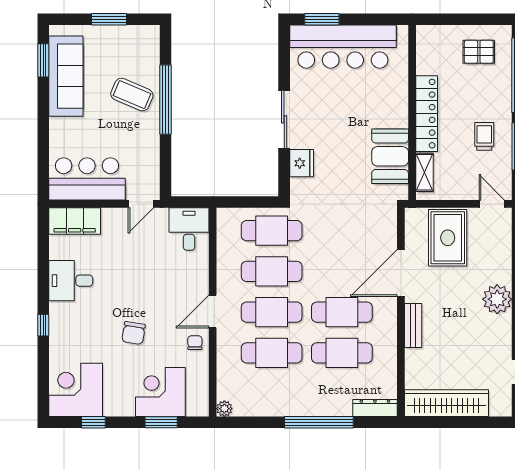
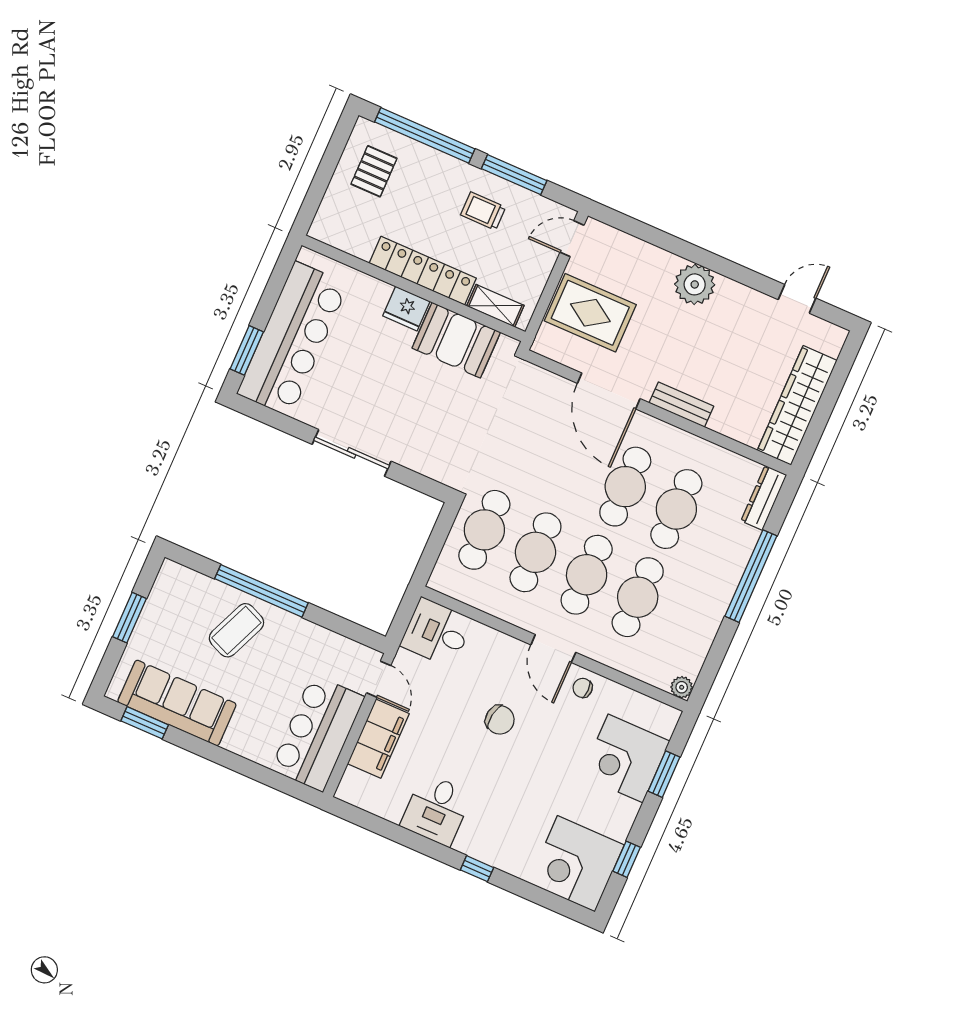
fridge: (302, 163) -> (406, 309), moved, turned 180
filing cabinet: (75, 221) -> (378, 739), moved
chair: (134, 333) -> (500, 720), moved

